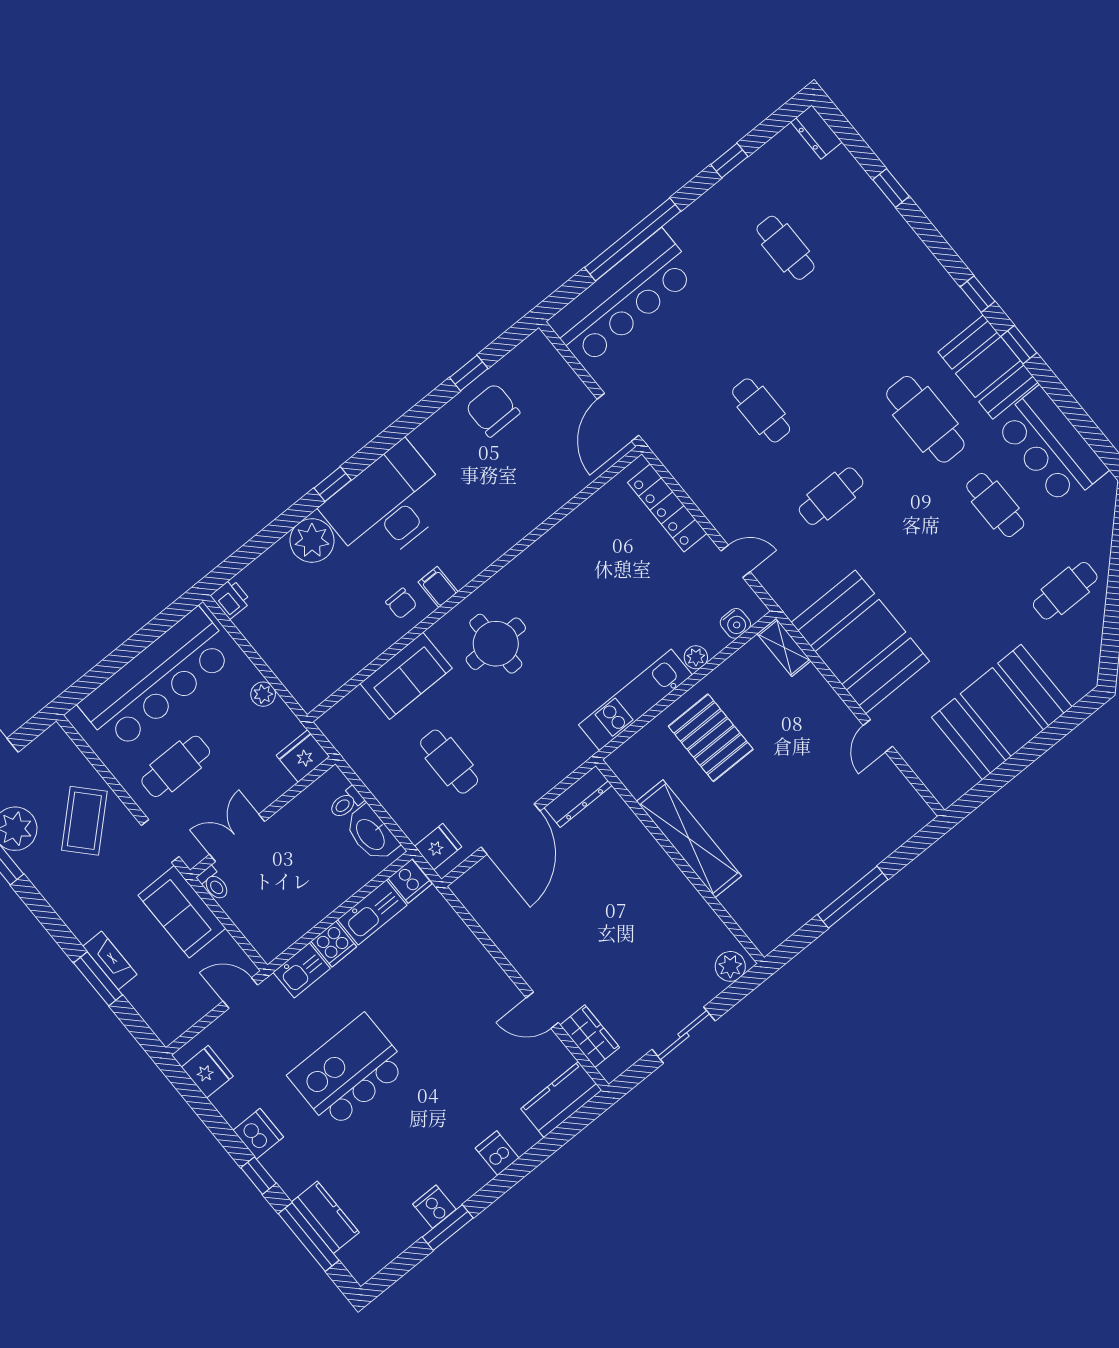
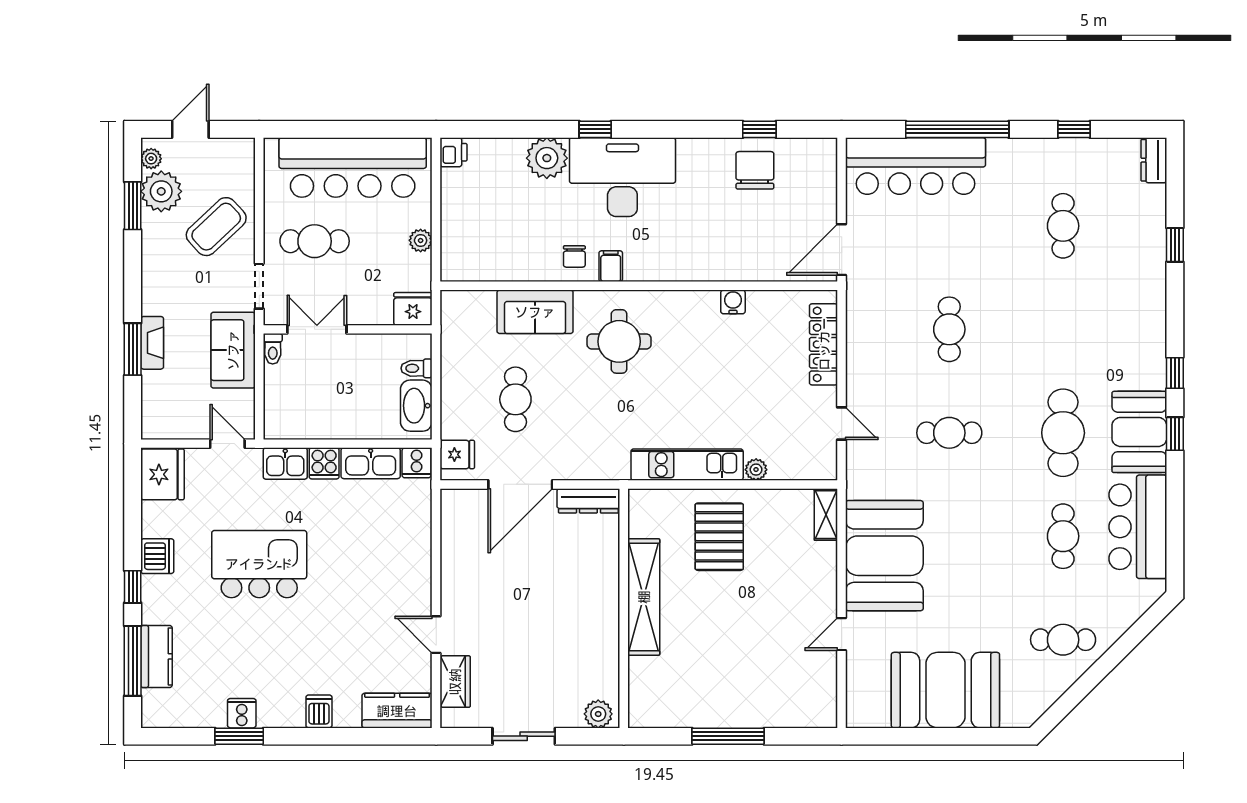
water cooler: (735, 623) -> (733, 302), moved, turned 180
fridge: (207, 1072) -> (162, 474), width x1.36, depth x1.34

